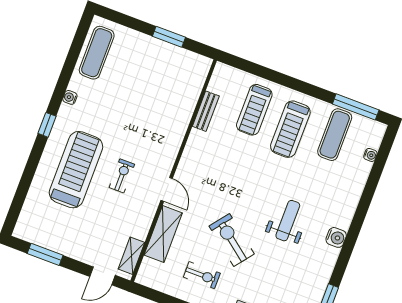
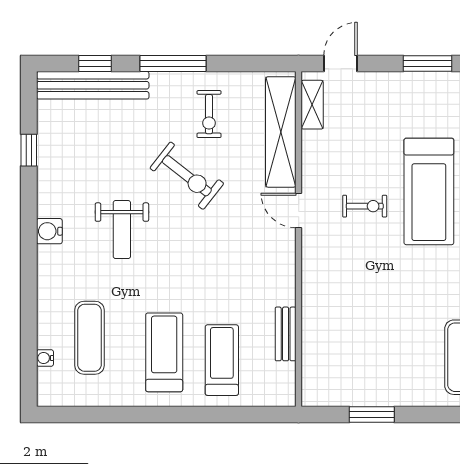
window: (356, 107) -> (88, 414), removed
exercise mat: (335, 135) -> (90, 338), moved
exercise bike: (122, 176) -> (365, 206), turned -90
shelving: (163, 234) -> (281, 132), width x1.47
exercise bike: (202, 275) -> (209, 114), turned -90

